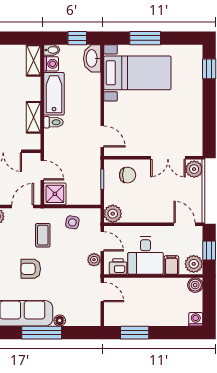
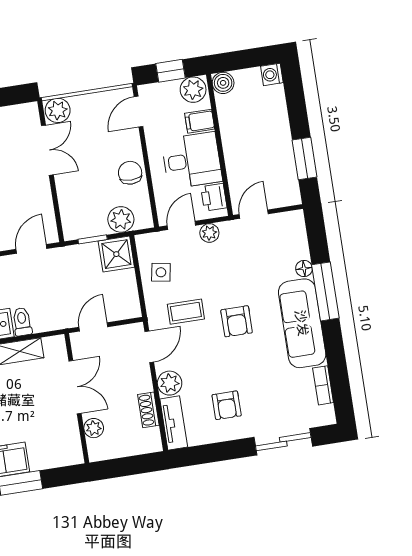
chair: (128, 175) -> (130, 173), moved
shower: (55, 194) -> (116, 254), moved
door: (23, 206) -> (149, 347), swing flipped
plant: (113, 214) -> (121, 219), moved

